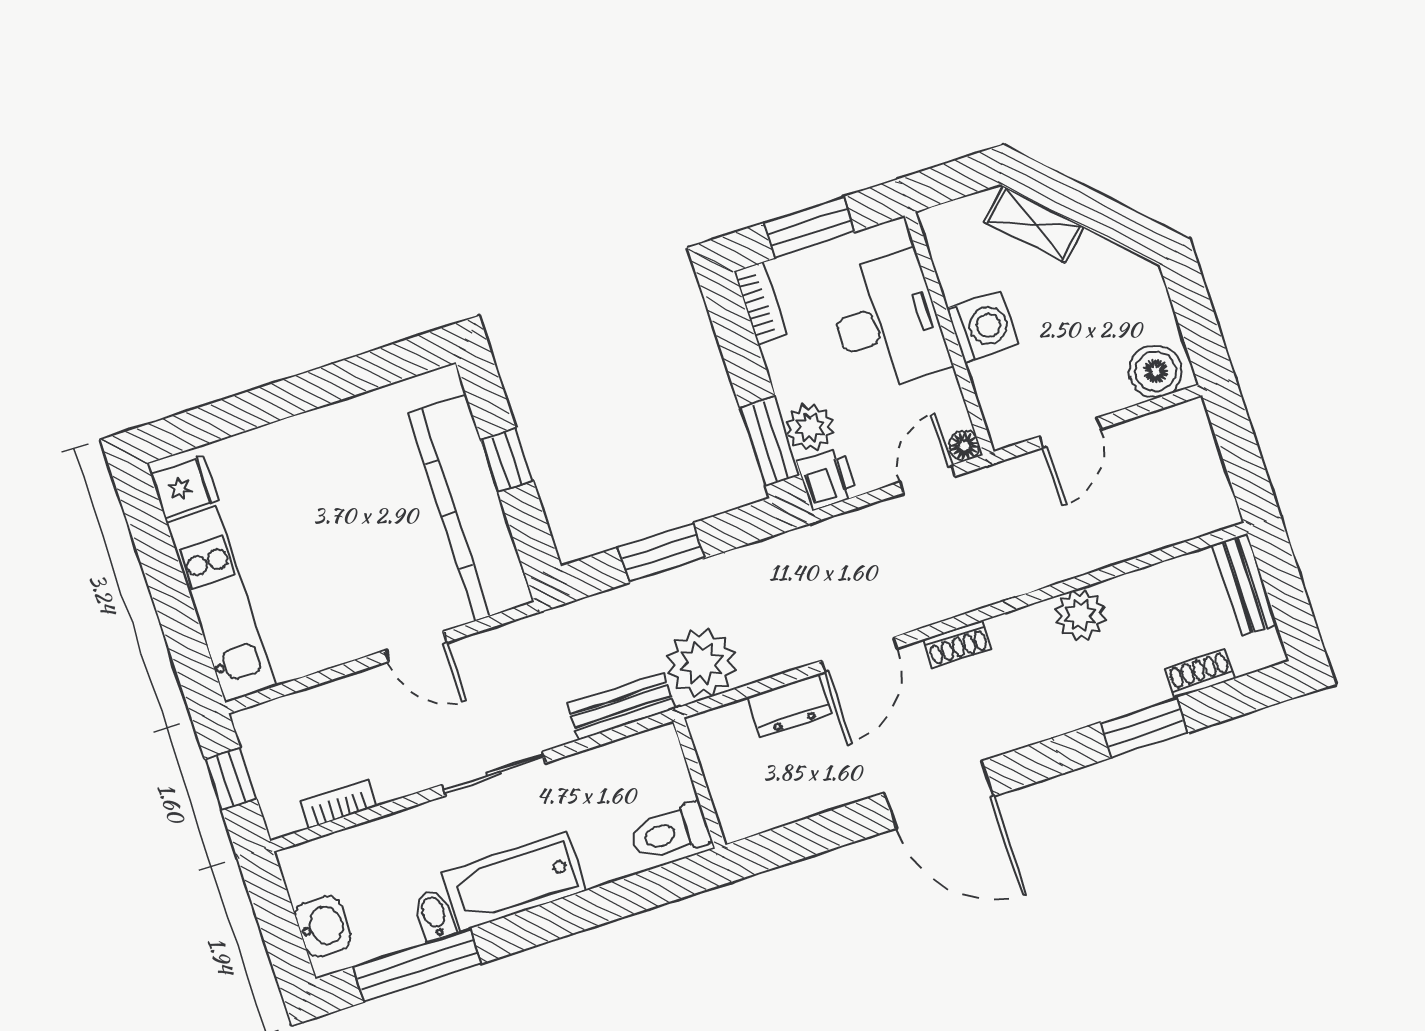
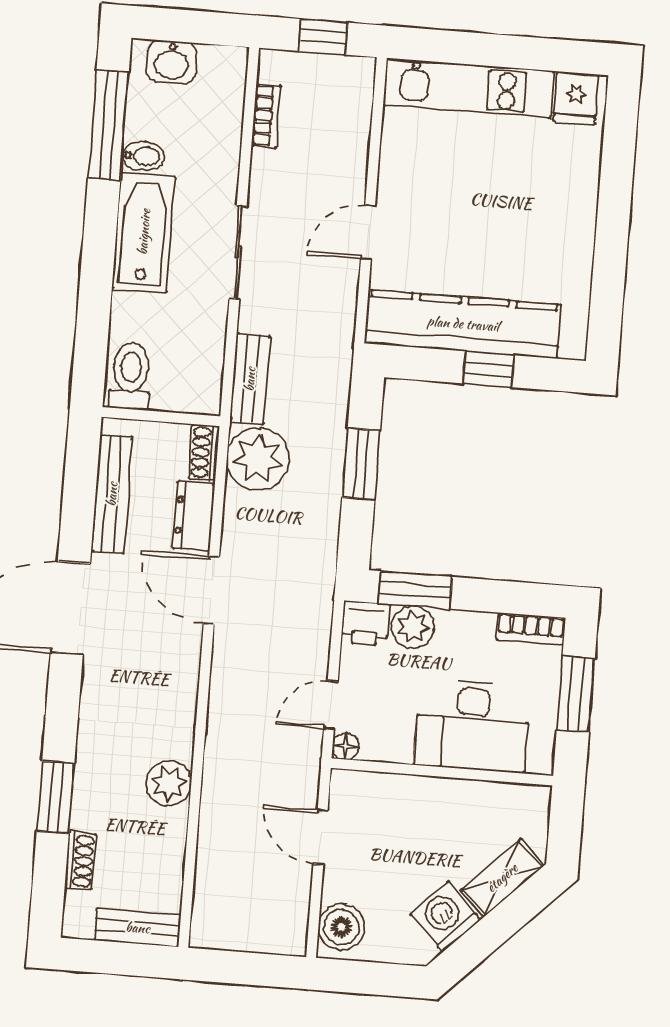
washing machine: (983, 327) -> (445, 917), moved, turned 135
door: (927, 479) -> (331, 705), swing flipped
shoe rack: (957, 644) -> (204, 452), moved
bench: (802, 801) -> (112, 494), added

